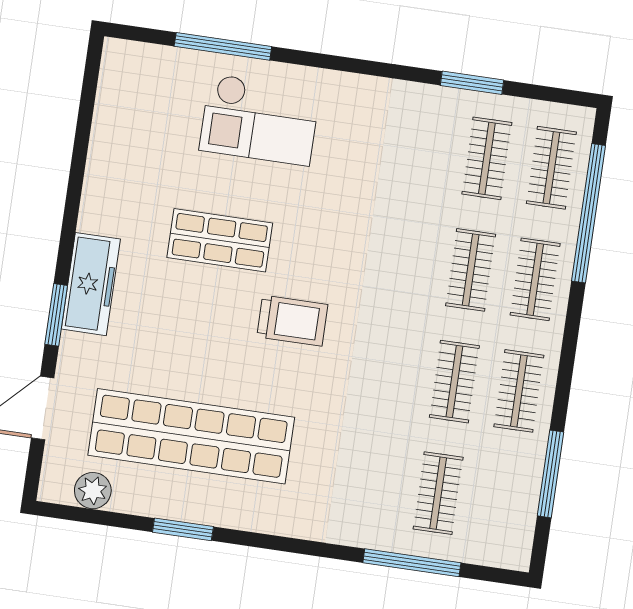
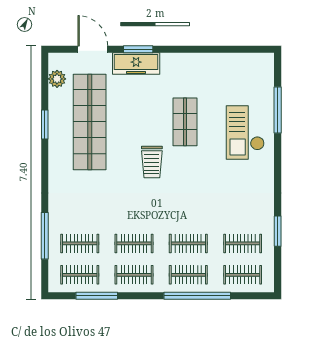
window: (589, 213) -> (197, 296), moved
freezer: (91, 284) -> (136, 64), moved
clothes rail: (503, 503) -> (80, 275), added

